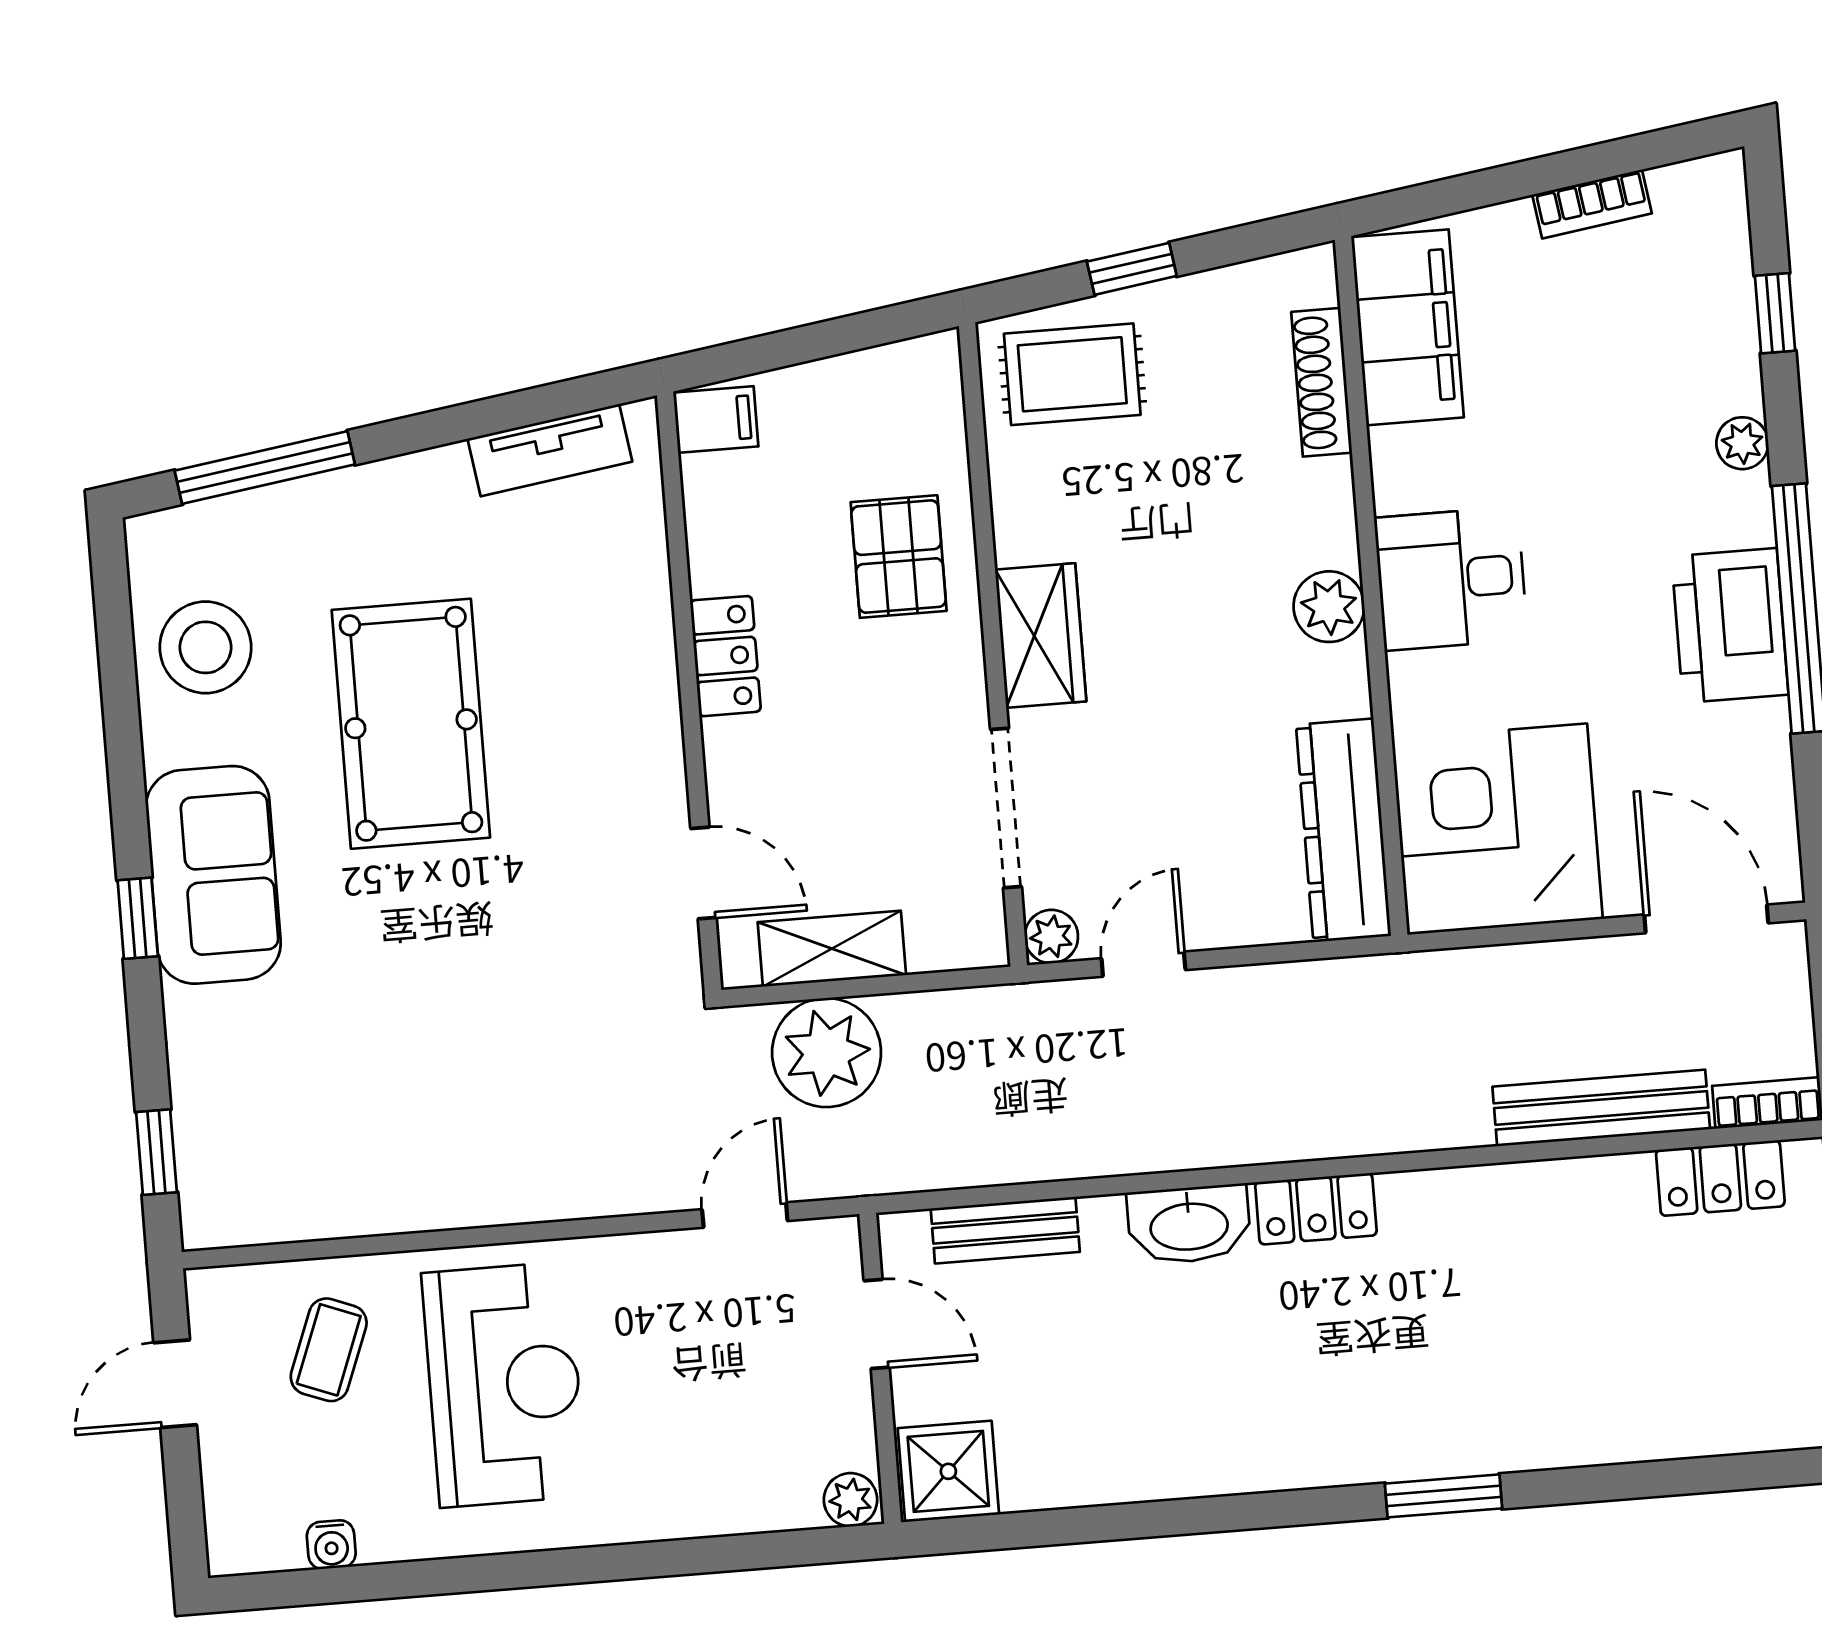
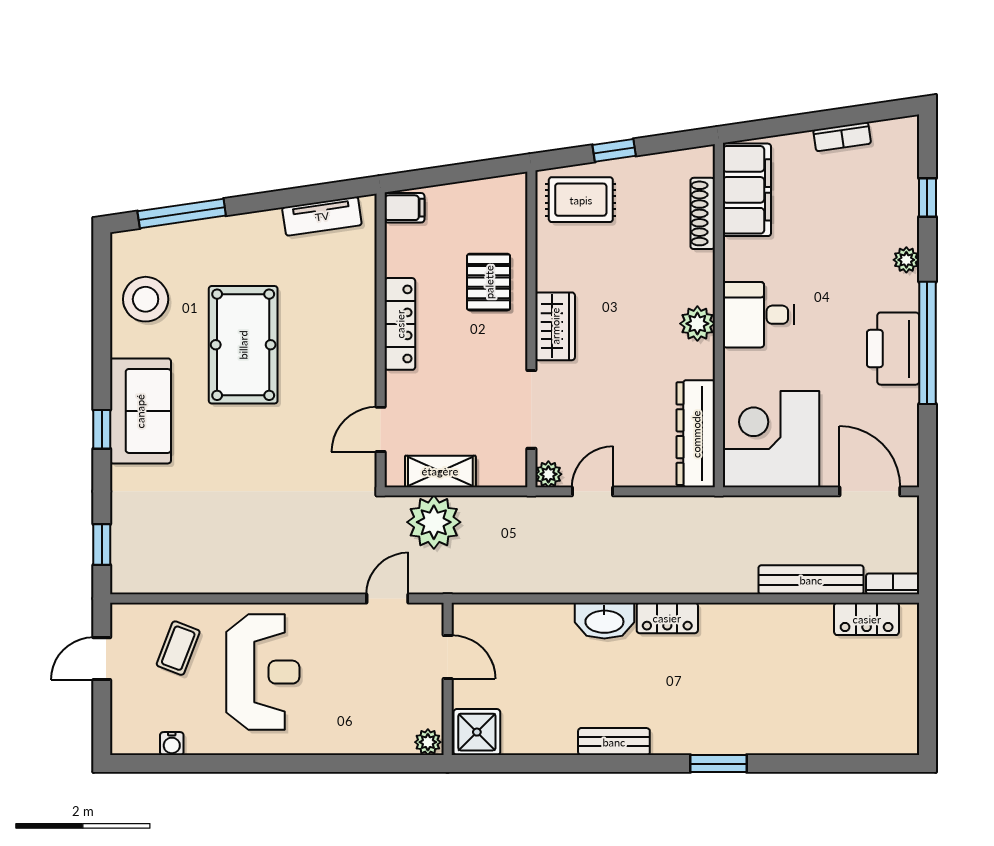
locker: (725, 656) -> (400, 324), width x1.53
door: (704, 873) -> (381, 429), swing flipped
bench: (1005, 1230) -> (614, 742), moved

